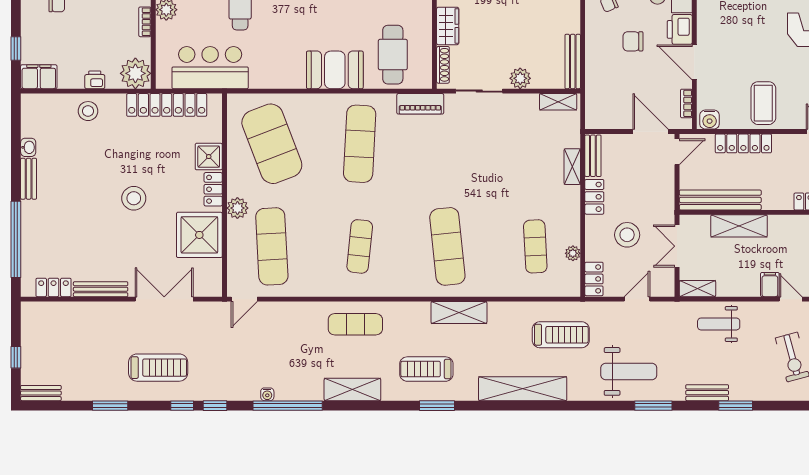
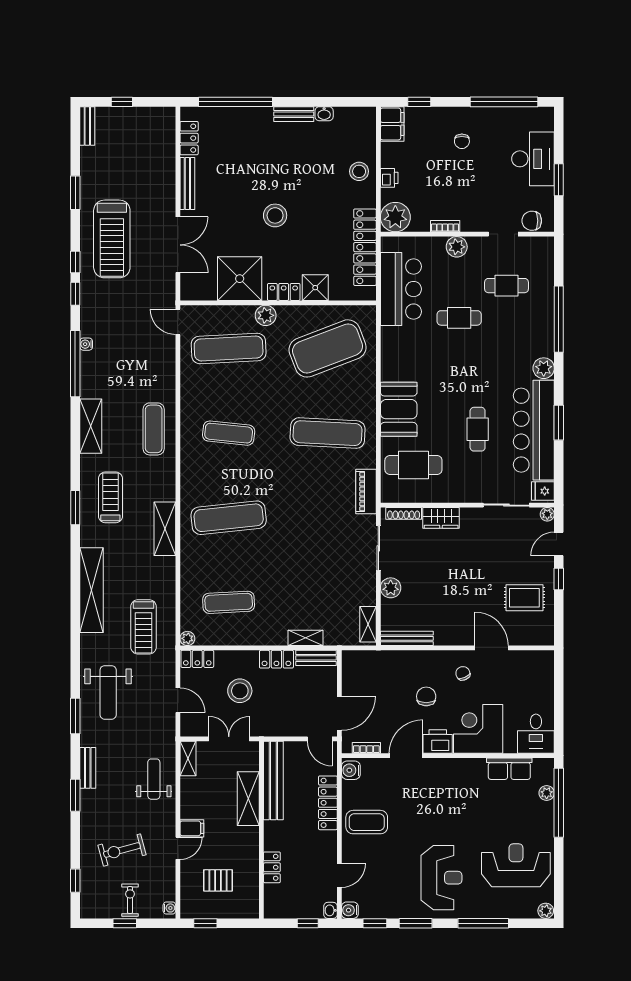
plant: (573, 253) -> (187, 638), moved
treadmill: (158, 368) -> (112, 239), width x1.37, depth x1.38

